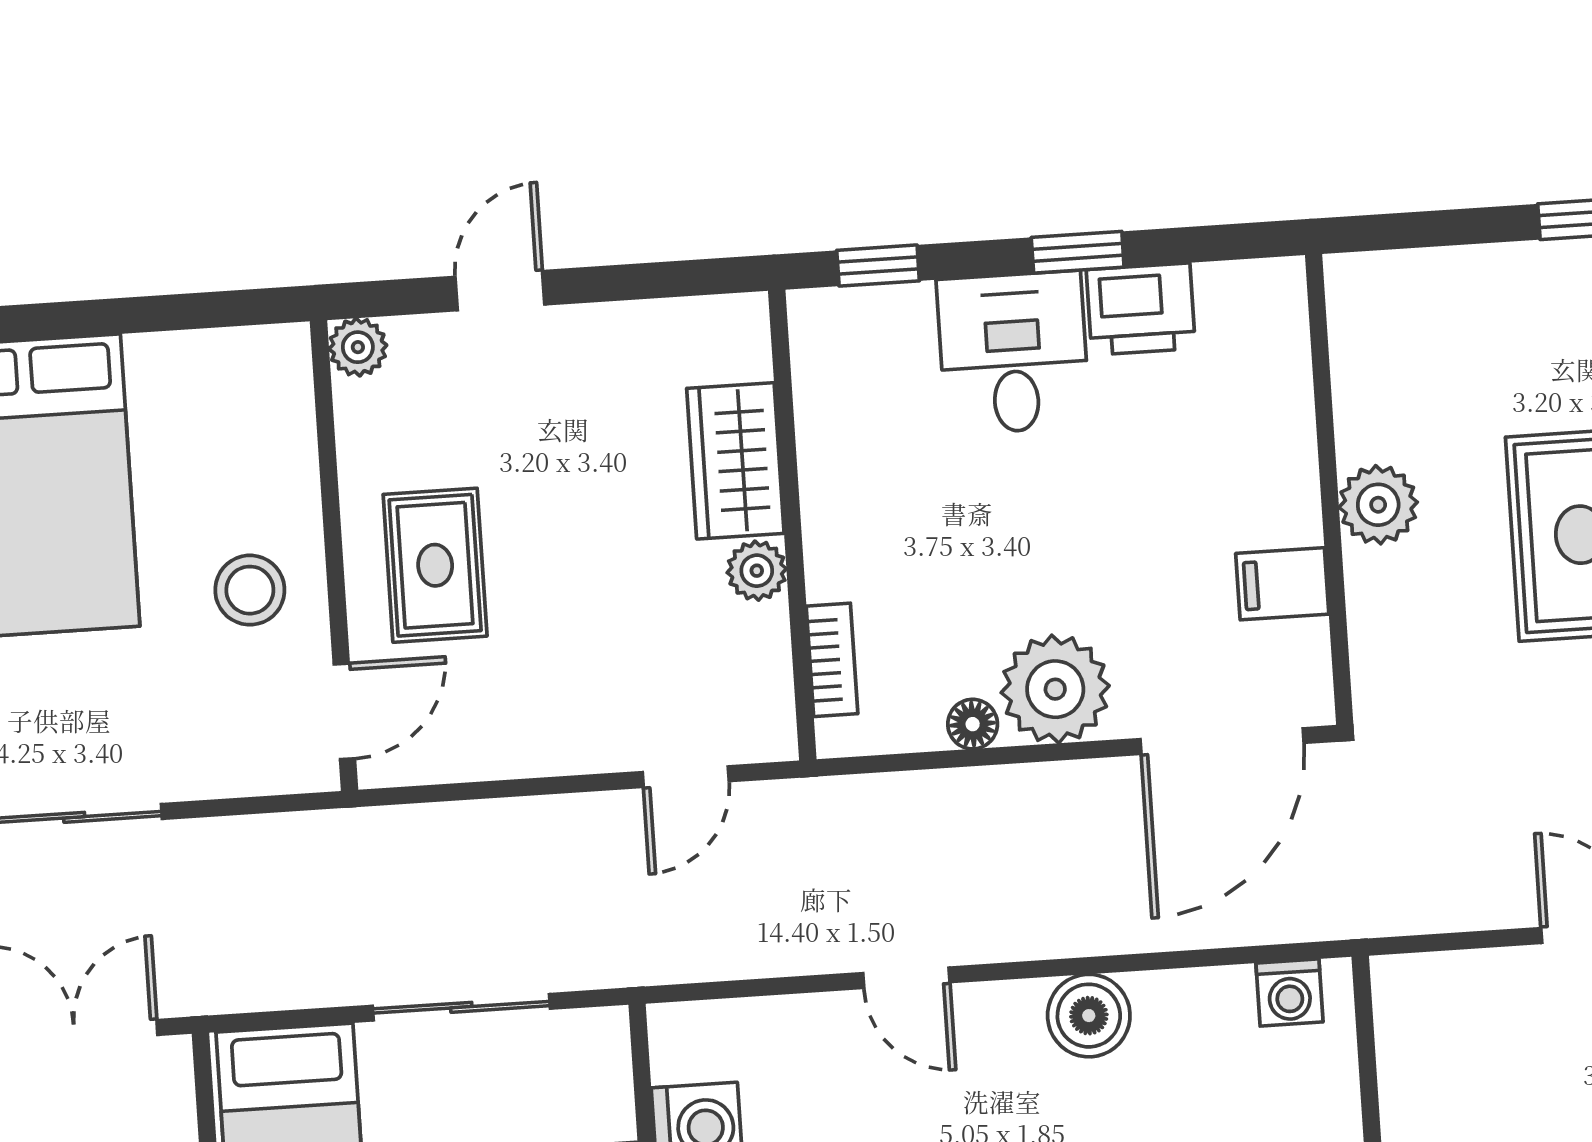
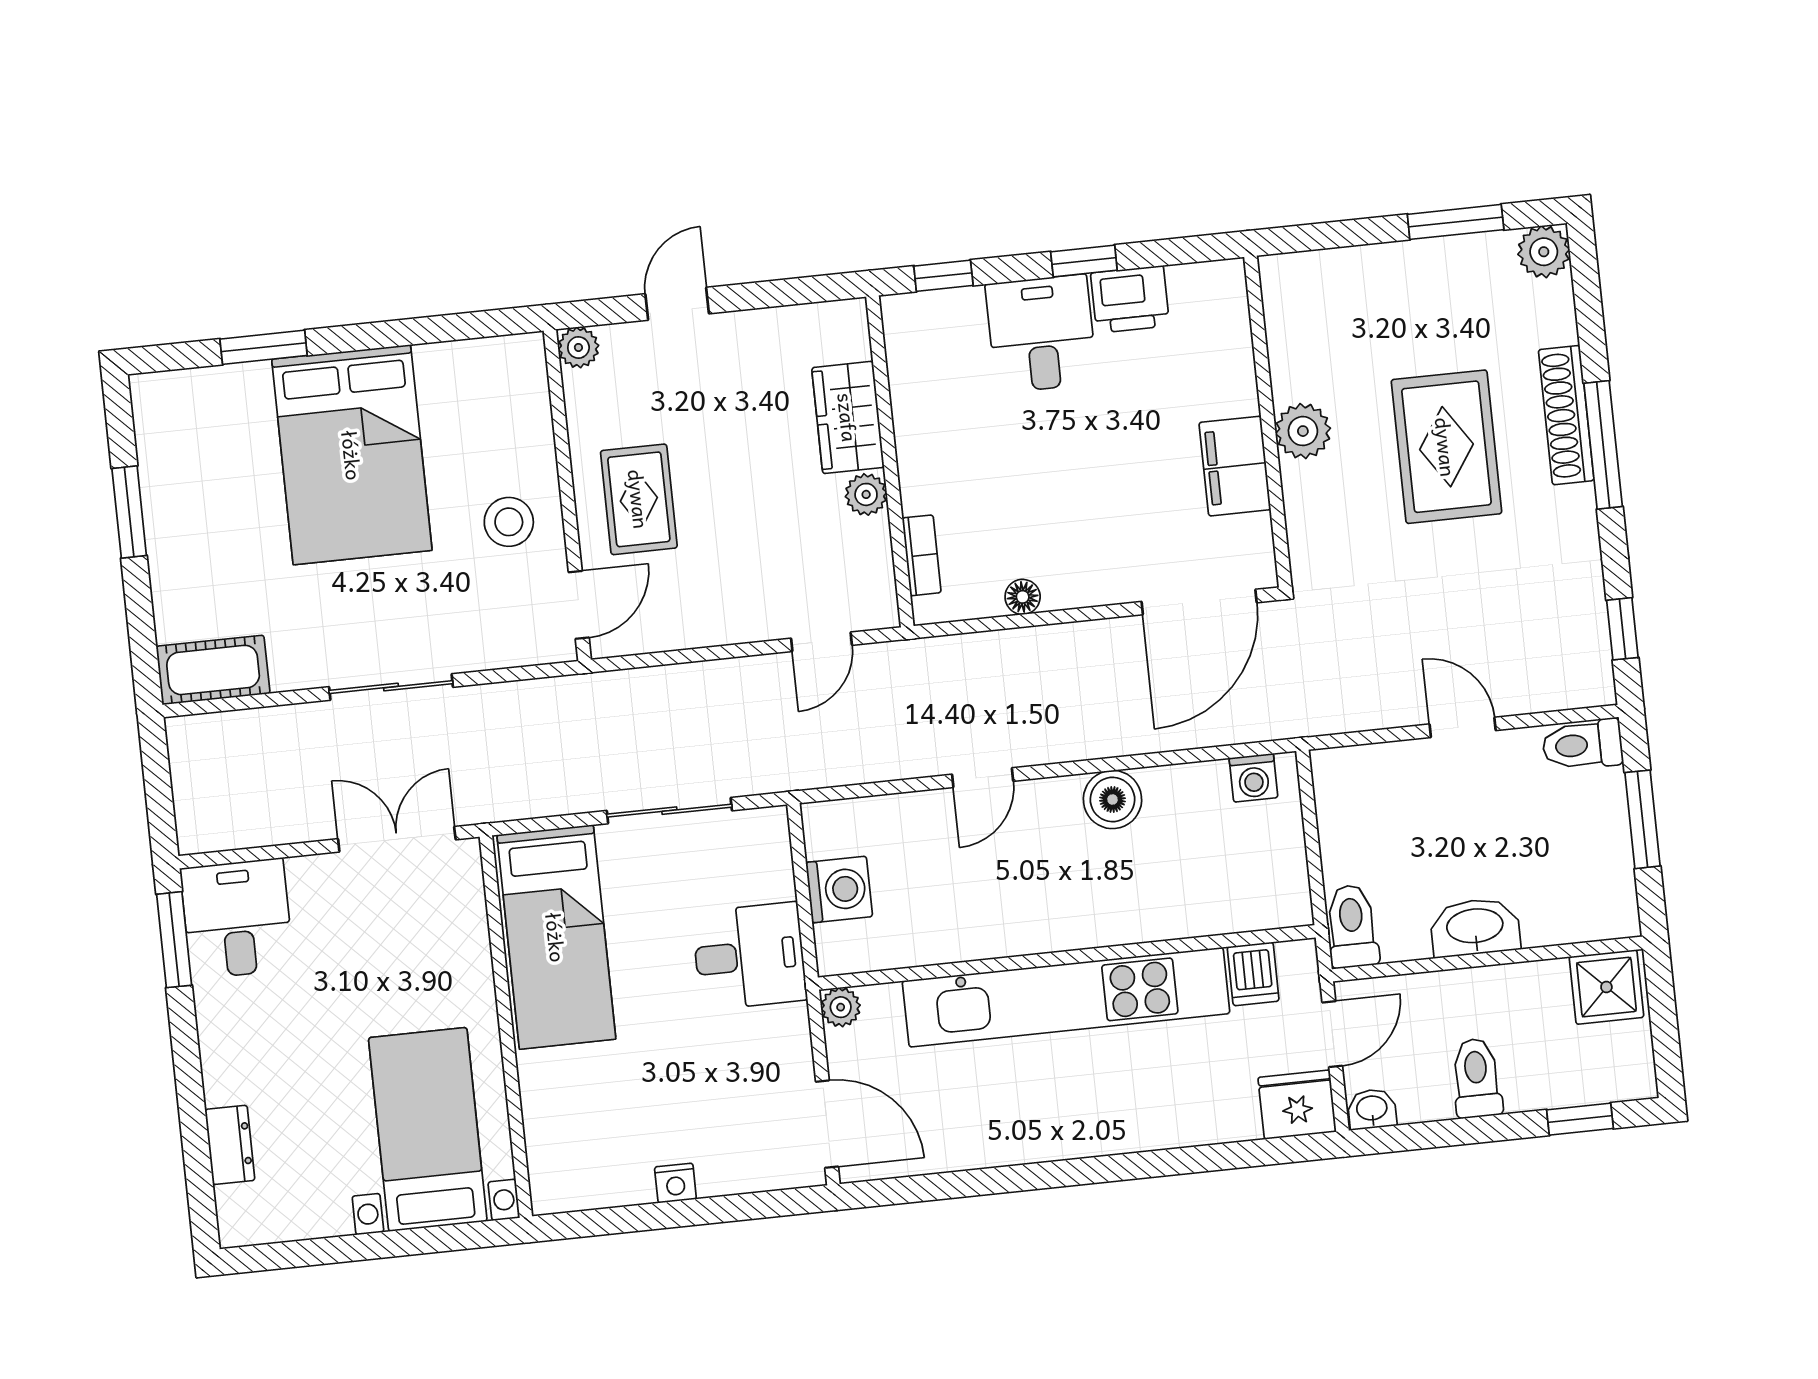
filing cabinet: (1282, 584) -> (1235, 466), width x2.00
plant: (1055, 689) -> (1080, 570), removed
door: (906, 978) -> (983, 778), hinge flipped

